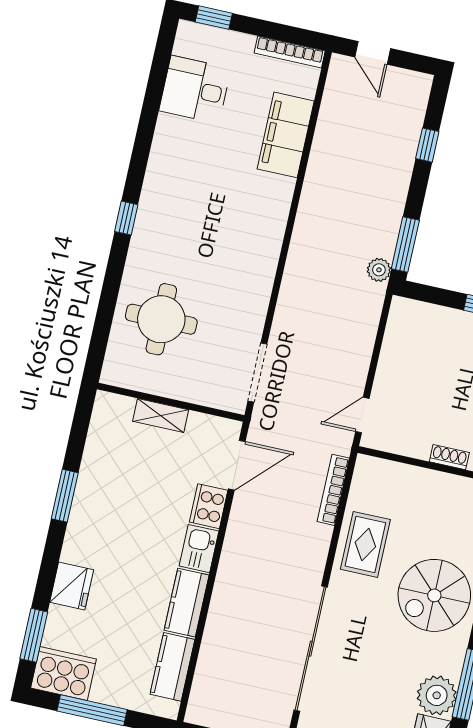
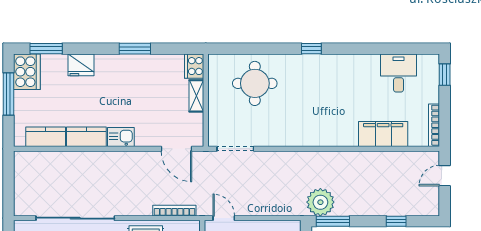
plant: (379, 270) -> (320, 202), width x1.87, depth x1.87
cooker: (209, 506) -> (194, 66), moved, turned -90

